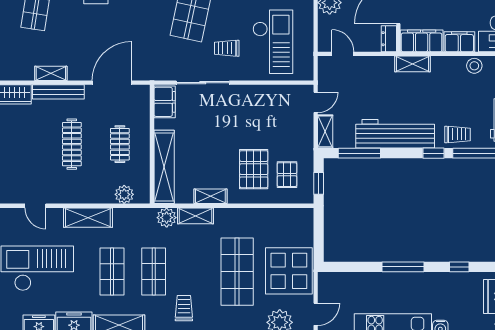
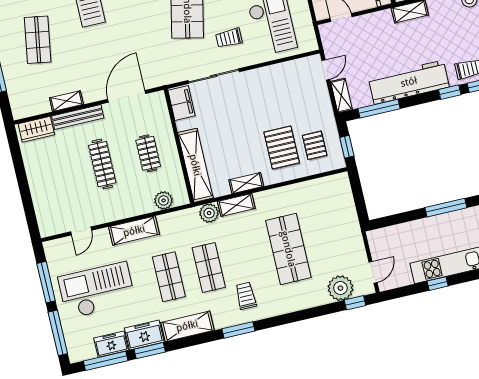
door: (35, 206) -> (81, 231), hinge flipped
display table: (289, 271) -> (338, 237), removed

